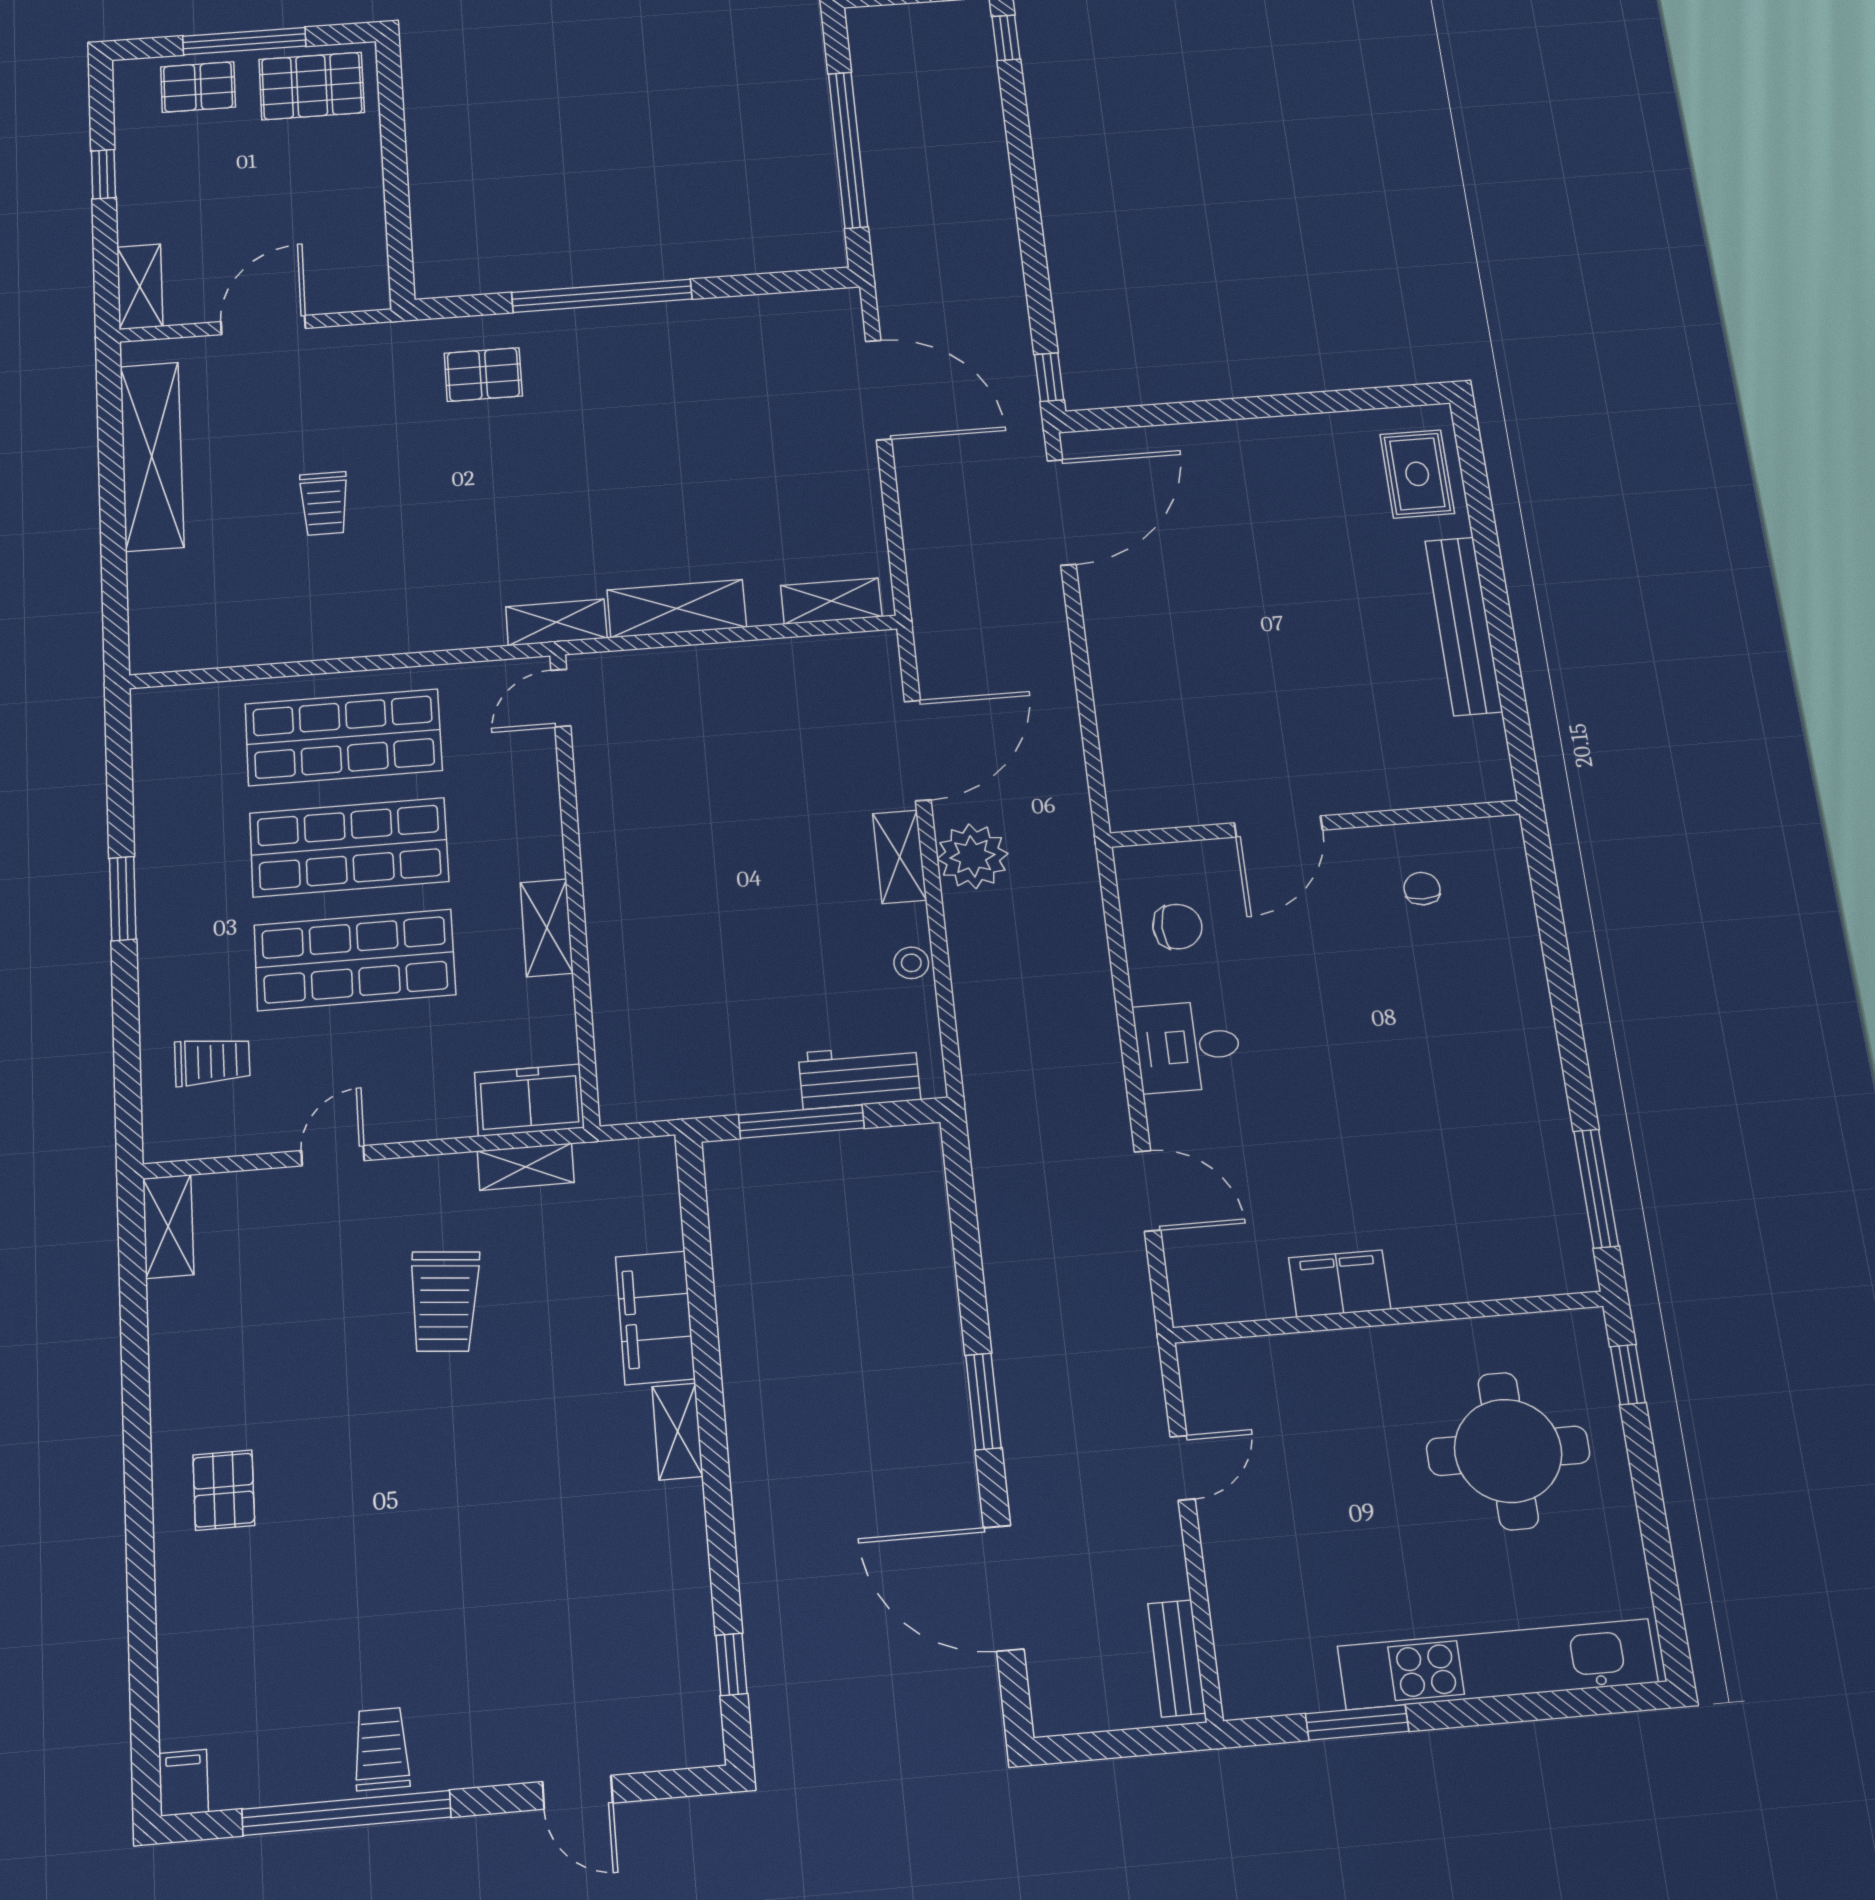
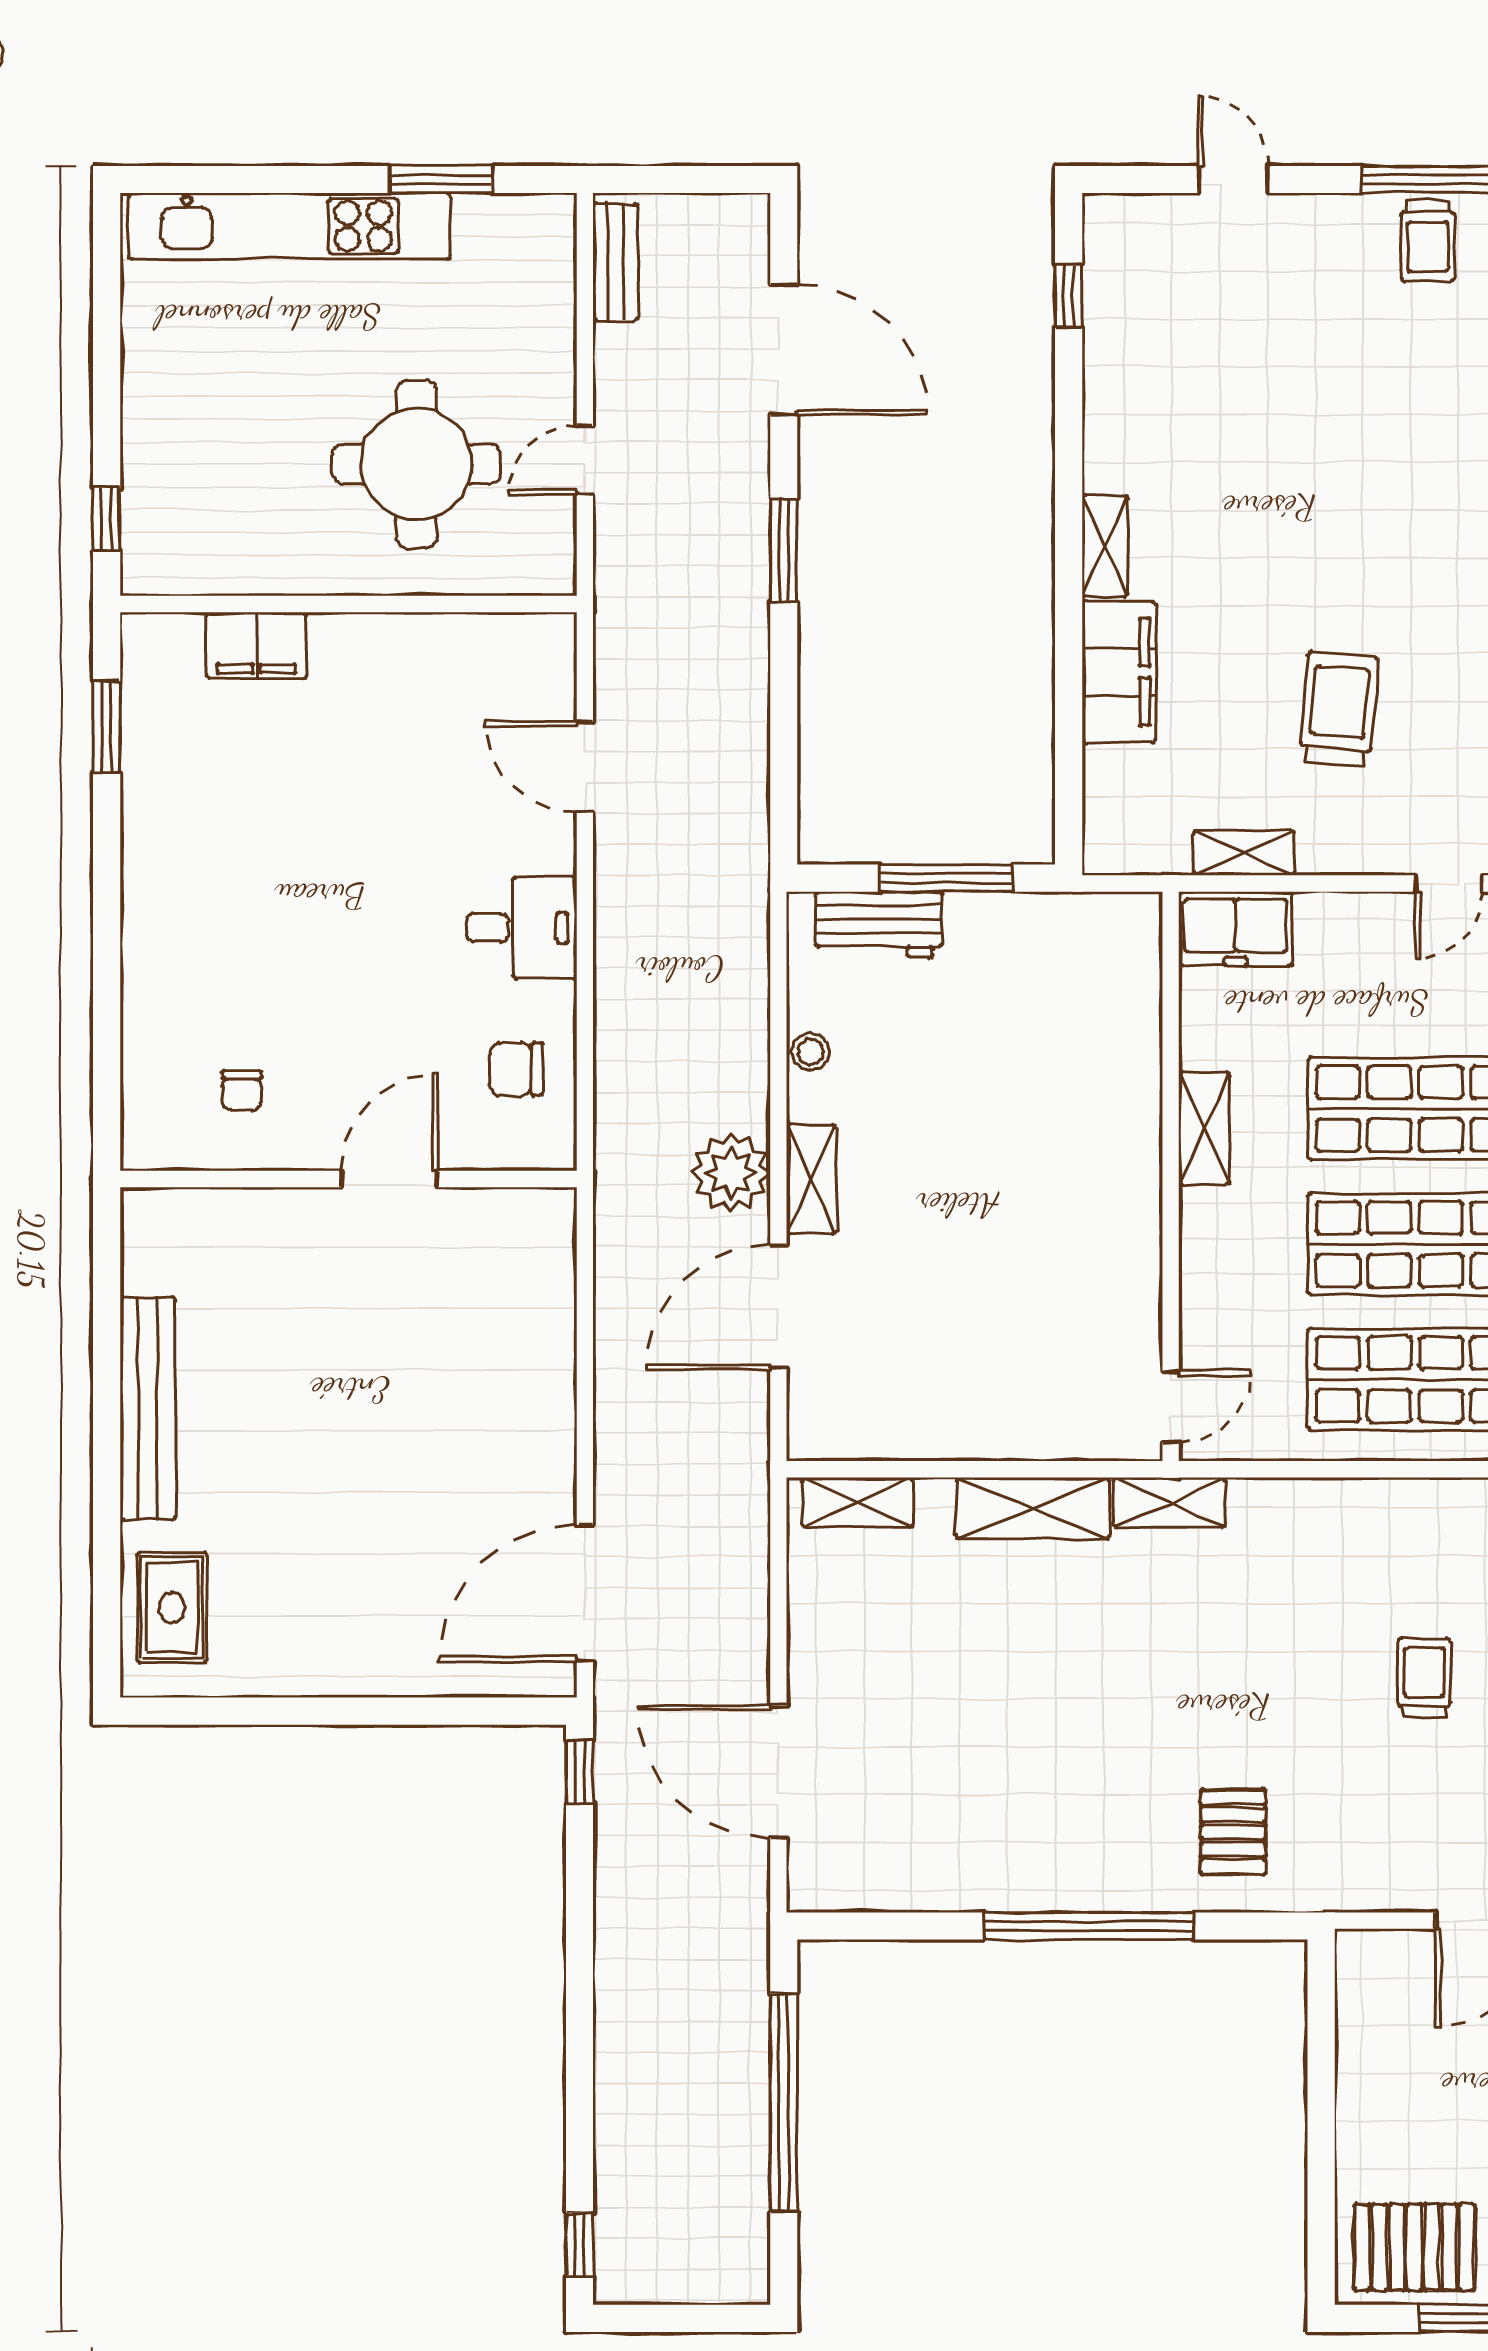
pallet: (483, 375) -> (1233, 1832), turned 90
window: (1596, 1188) -> (107, 727), width x0.69
filing cabinet: (1340, 1283) -> (256, 645), moved
round table: (1508, 1451) -> (416, 464), moved

